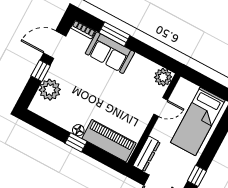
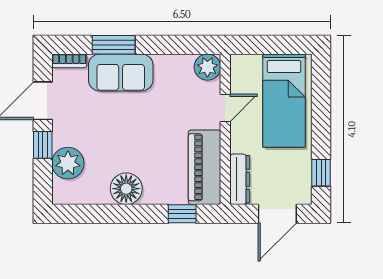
floor lamp: (78, 130) -> (126, 189), width x1.89, depth x1.89
piano: (109, 141) -> (204, 167), moved, turned -90
window: (76, 142) -> (182, 214), moved

